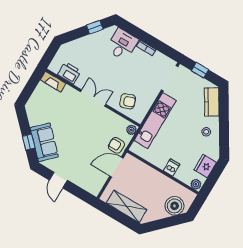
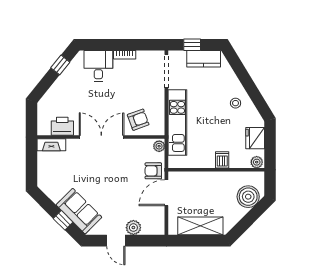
double door: (93, 98) -> (101, 137), width x1.37
kitchen counter: (212, 102) -> (204, 59), moved, turned -59
plant: (77, 178) -> (133, 228), added

